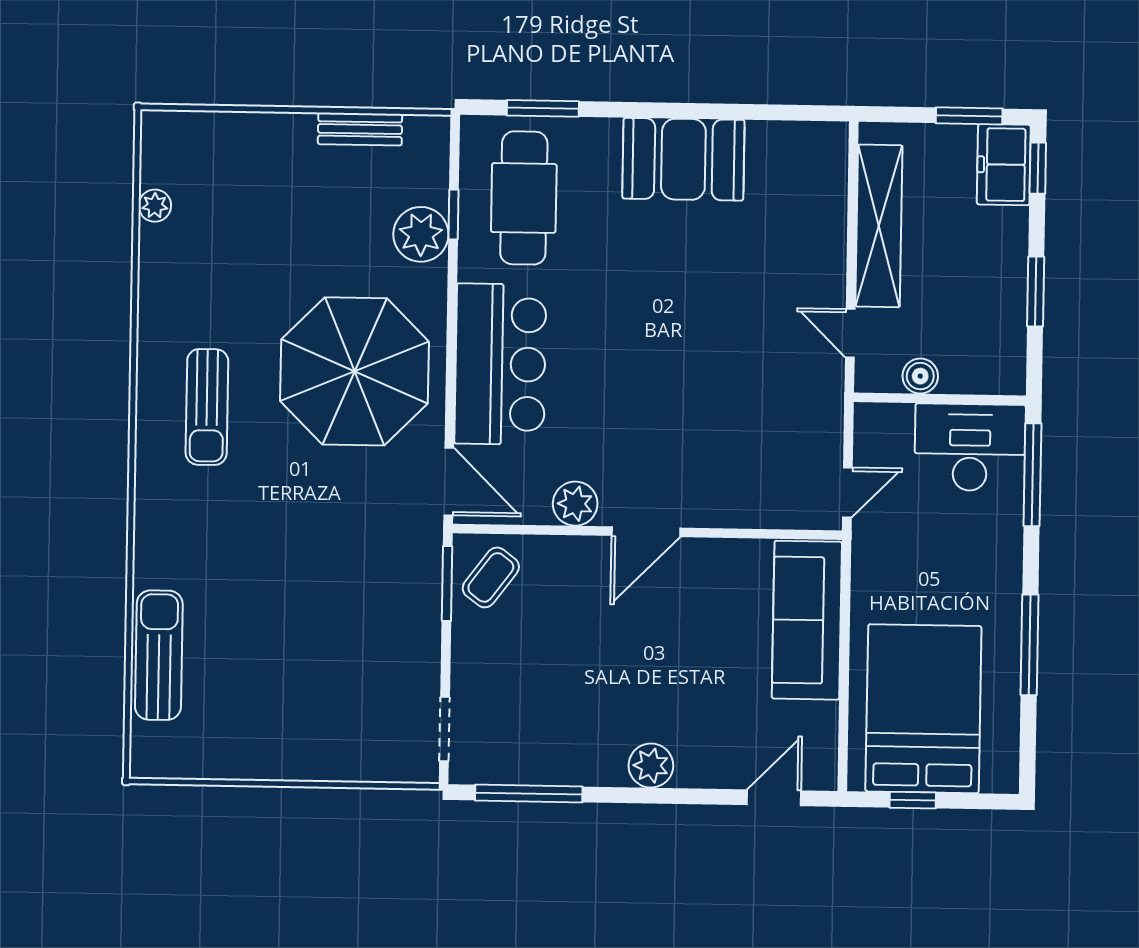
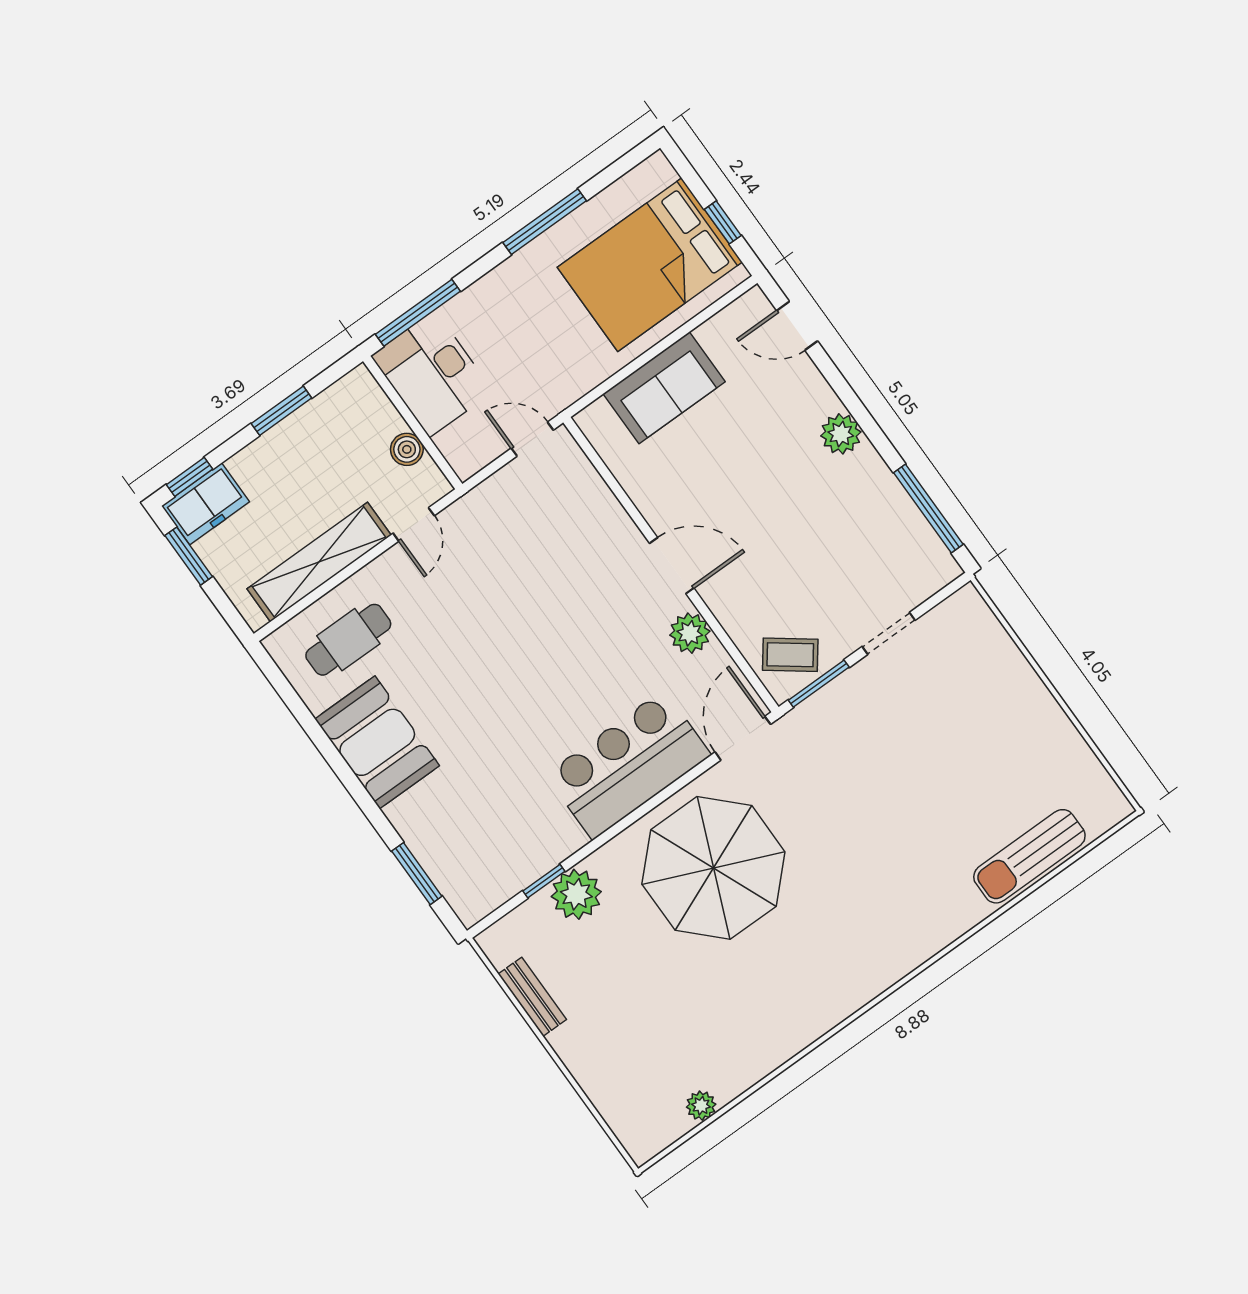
cafe table: (524, 198) -> (348, 640), moved, width x0.73, depth x0.74
sun lounger: (207, 407) -> (821, 957), removed
sofa: (807, 620) -> (664, 388), width x0.73
doorway: (445, 729) -> (889, 633), moved

